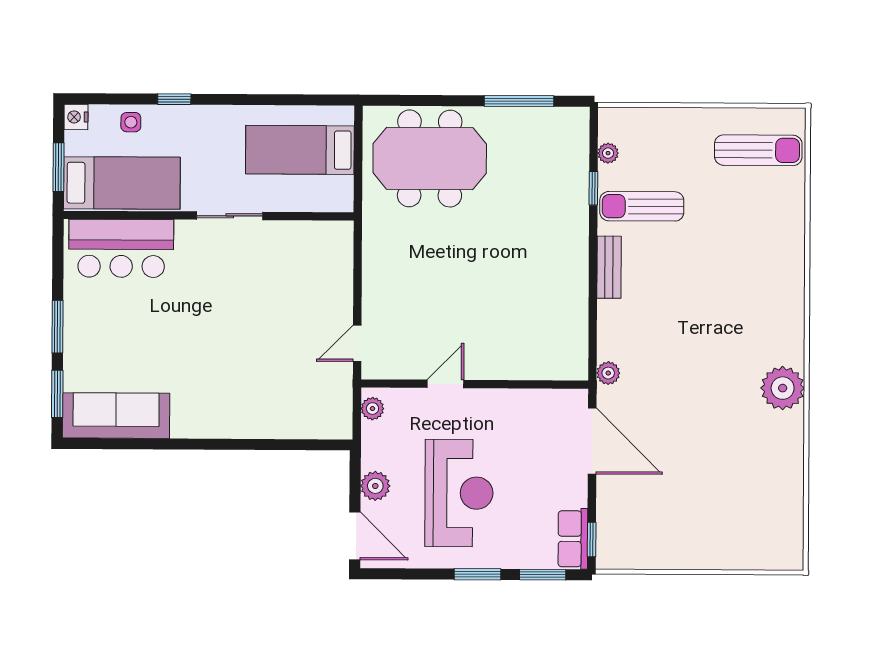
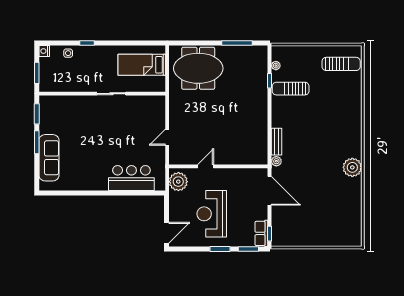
bed: (122, 183) -> (64, 80), removed
bar counter: (121, 248) -> (131, 178), moved, turned 180
bench: (609, 267) -> (277, 142), moved
door: (357, 343) -> (167, 137), moved
window: (57, 394) -> (37, 114), moved
plant: (372, 409) -> (178, 182), width x1.88, depth x1.88
sofa: (116, 416) -> (49, 158), moved, turned 90
plant: (375, 486) -> (175, 211), removed
reception desk: (459, 493) -> (212, 214), turned 180
door: (355, 536) -> (167, 233), hinge flipped

